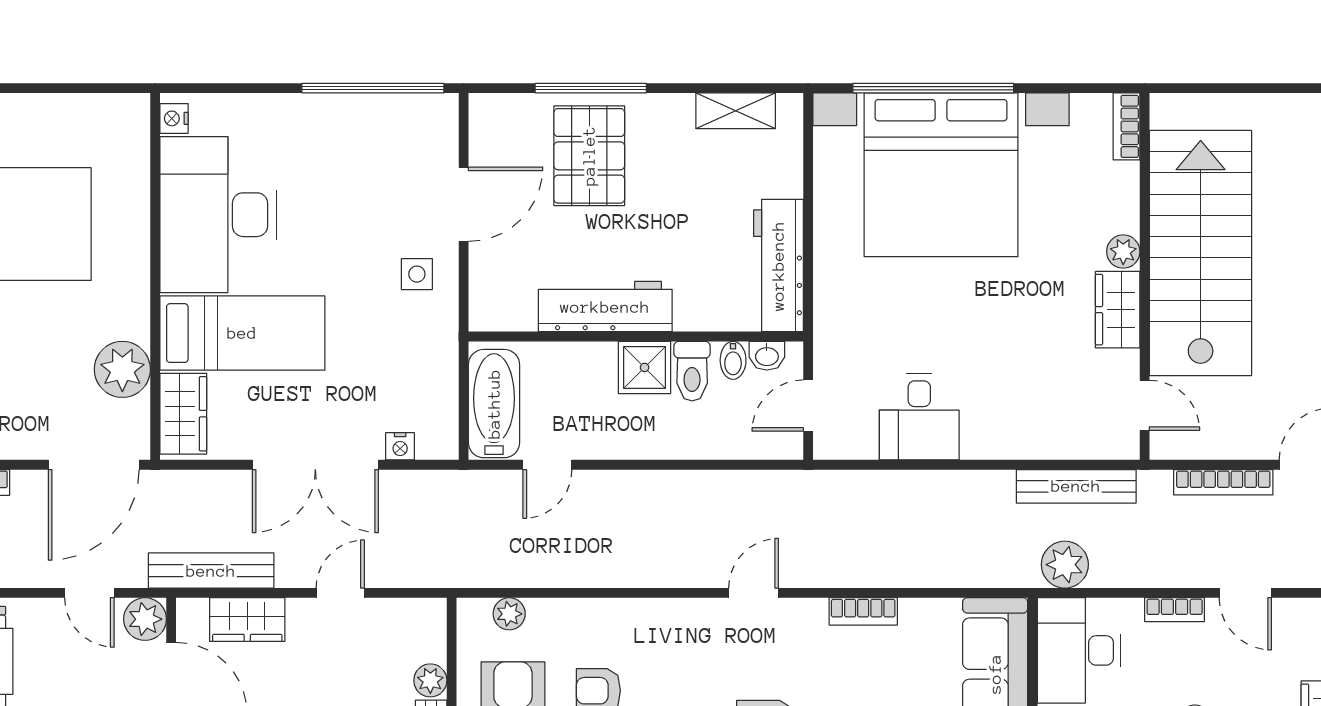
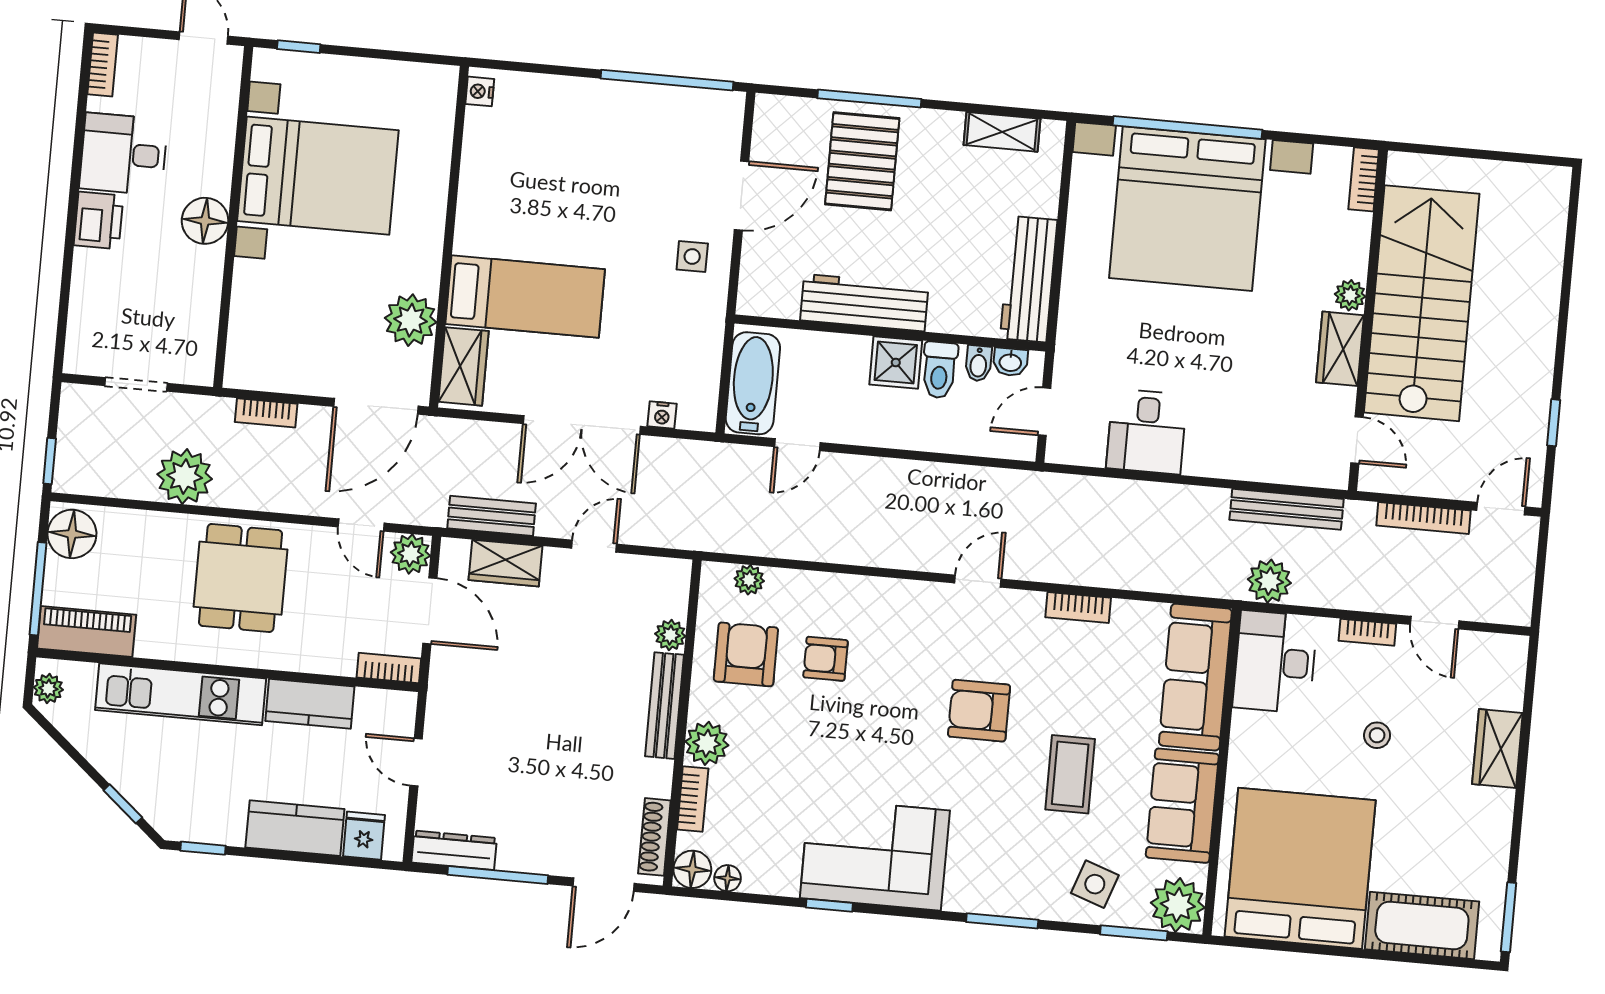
desk: (218, 215) -> (513, 185), removed
bench: (211, 571) -> (492, 516), width x0.73

